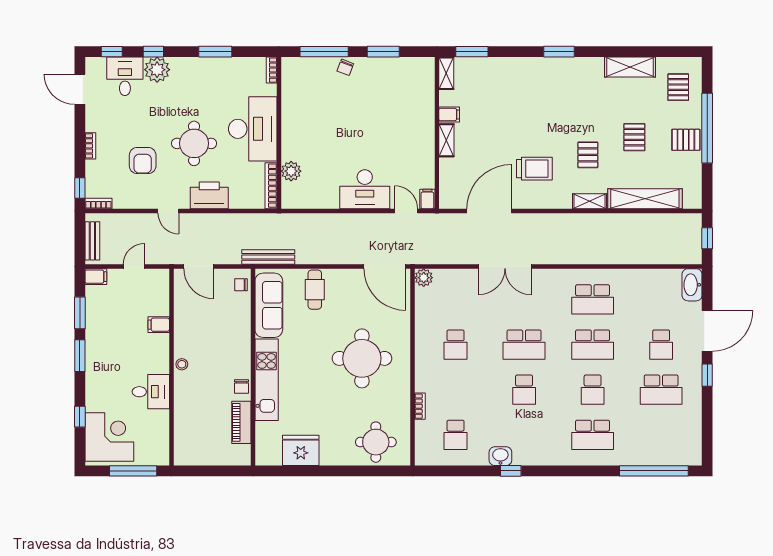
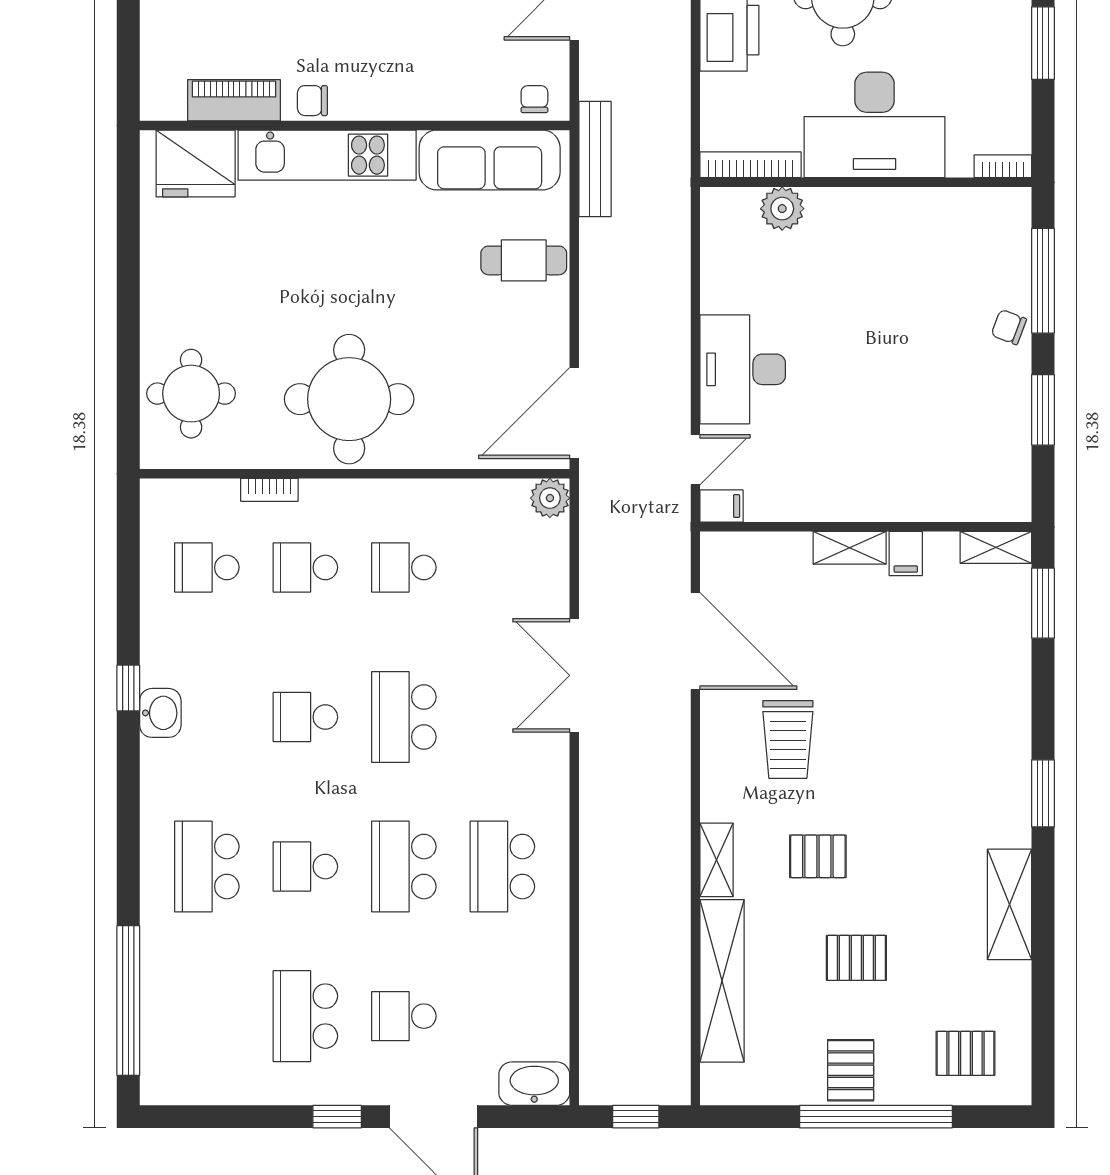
shelving: (630, 67) -> (1009, 904), moved
round table: (362, 358) -> (349, 399), moved
school desk: (456, 390) -> (305, 567), added
fridge: (301, 450) -> (196, 163), moved, turned 90
washbasin: (500, 456) -> (160, 713), moved

